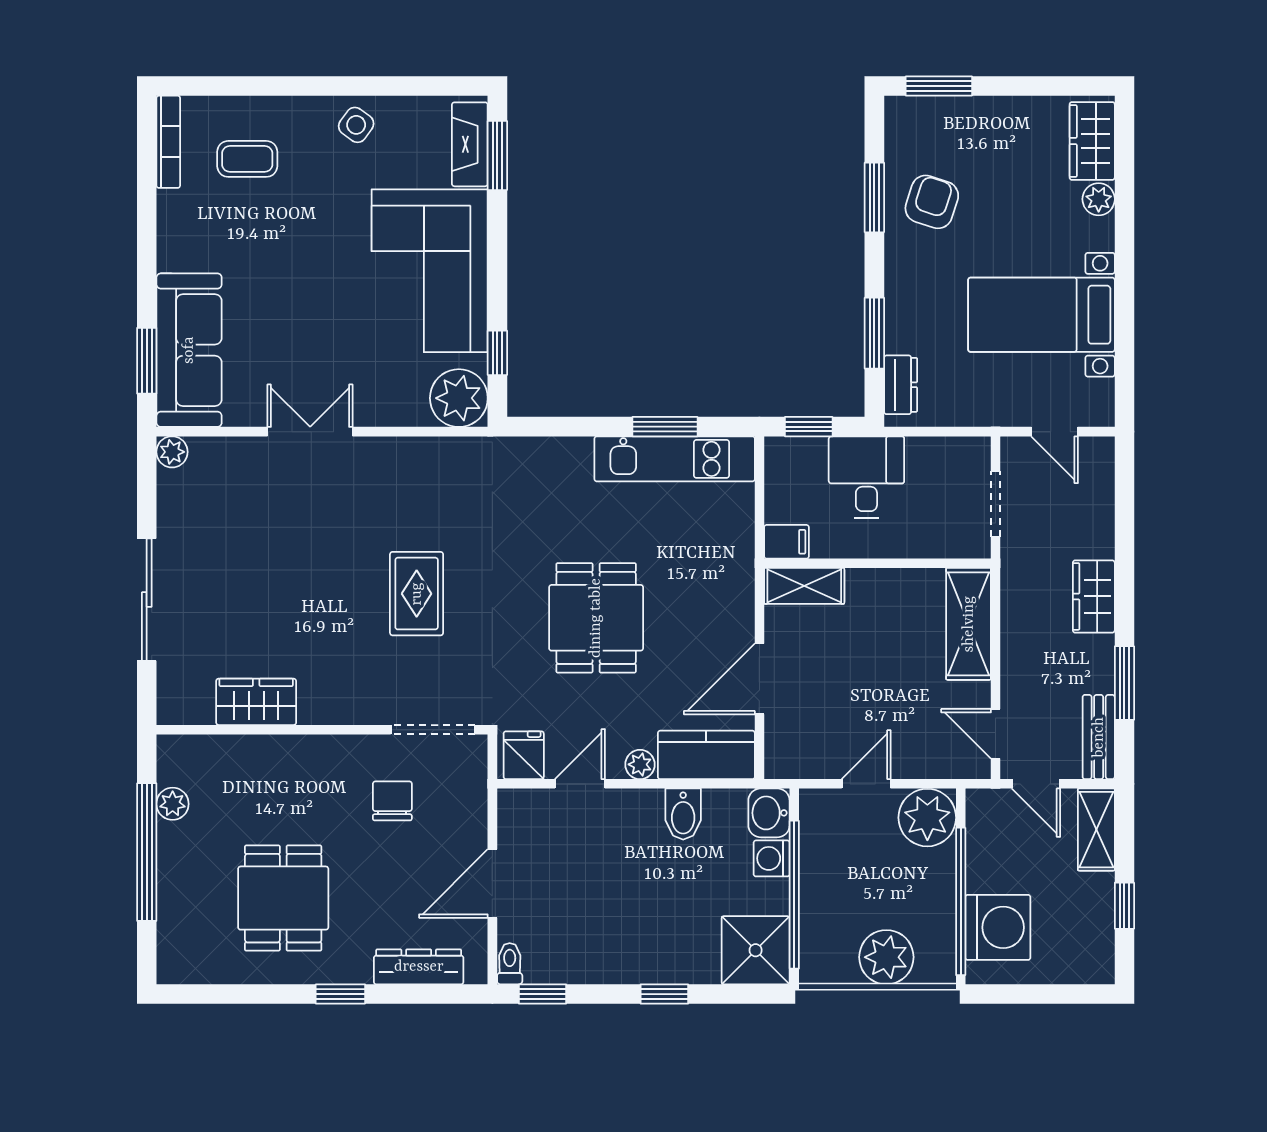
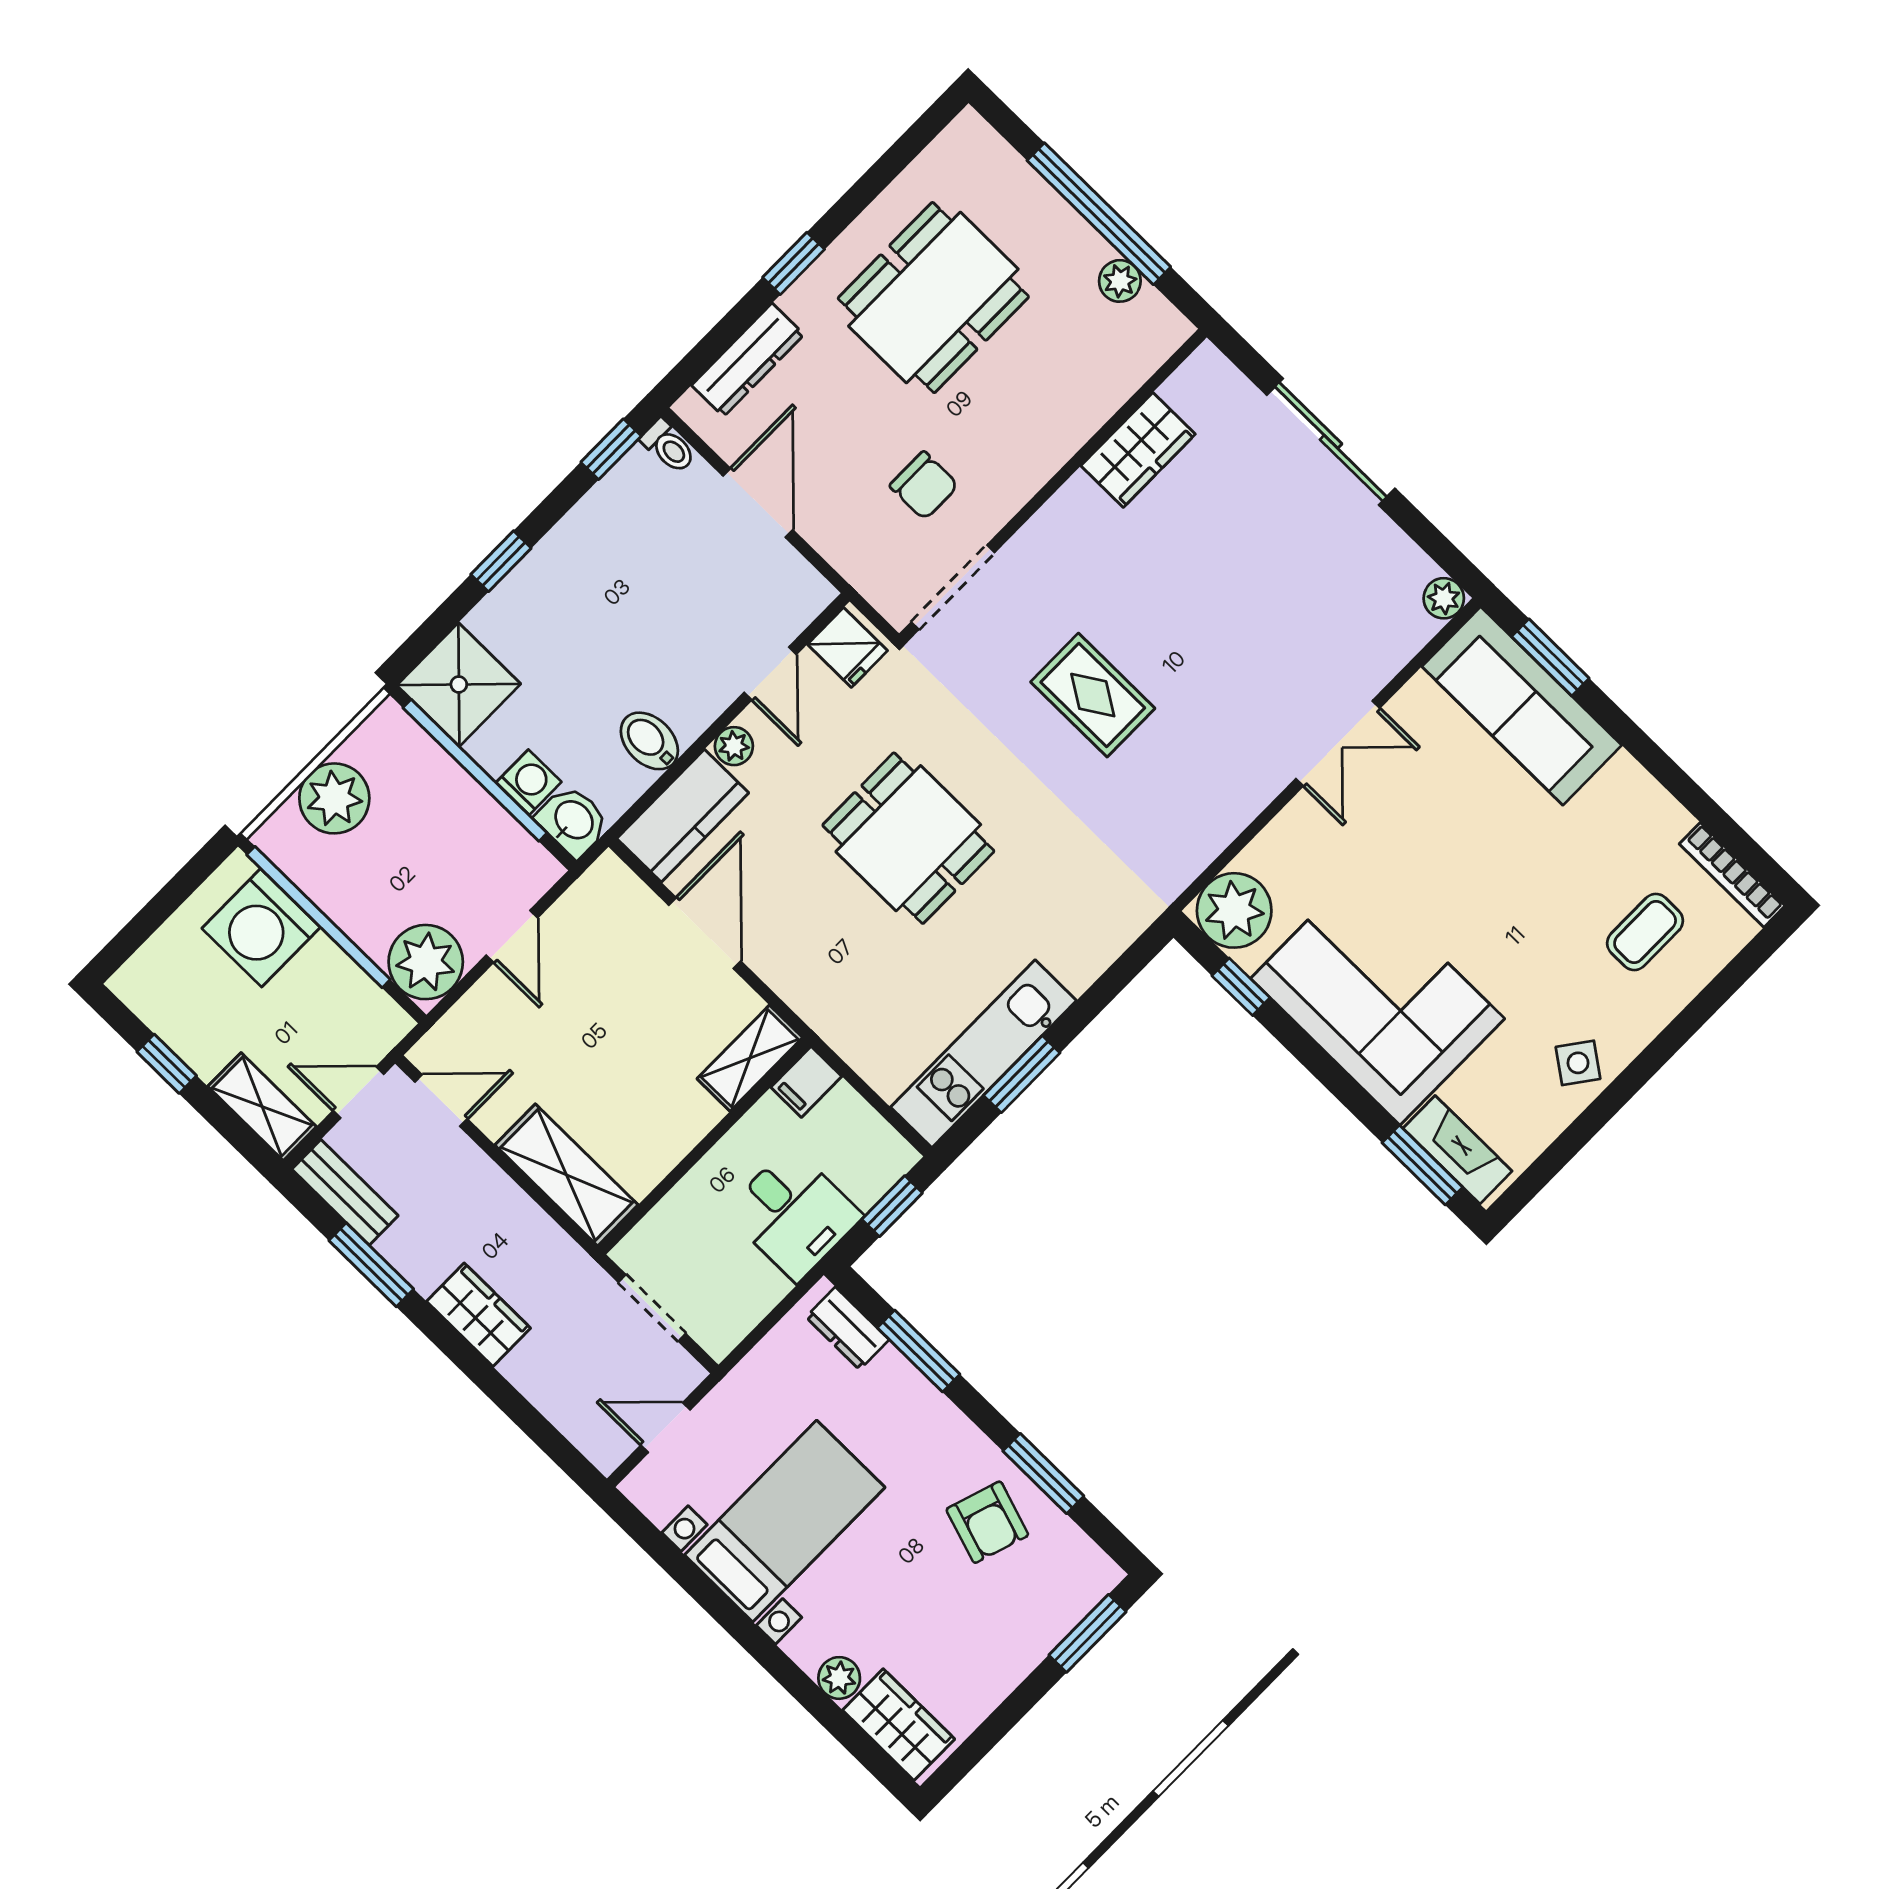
dining table: (283, 898) -> (933, 298), width x1.37

